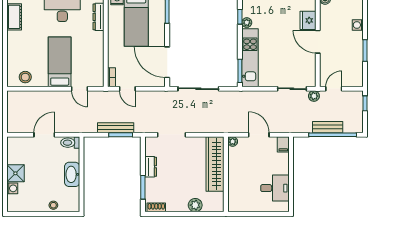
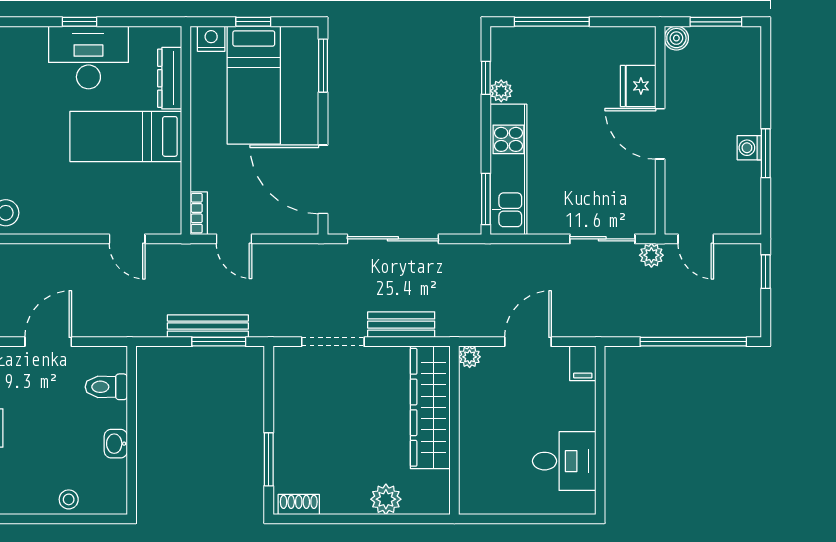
washing machine: (358, 25) -> (749, 148), moved
bed: (60, 62) -> (126, 136), moved, turned -90
door: (334, 89) -> (696, 239), swing flipped
bench: (328, 127) -> (401, 325), moved
door: (259, 135) -> (528, 342), hinge flipped
toilet: (70, 143) -> (106, 387), moved
dresser: (151, 167) -> (286, 413), removed
washbasin: (72, 174) -> (116, 444), width x0.52, depth x0.69

